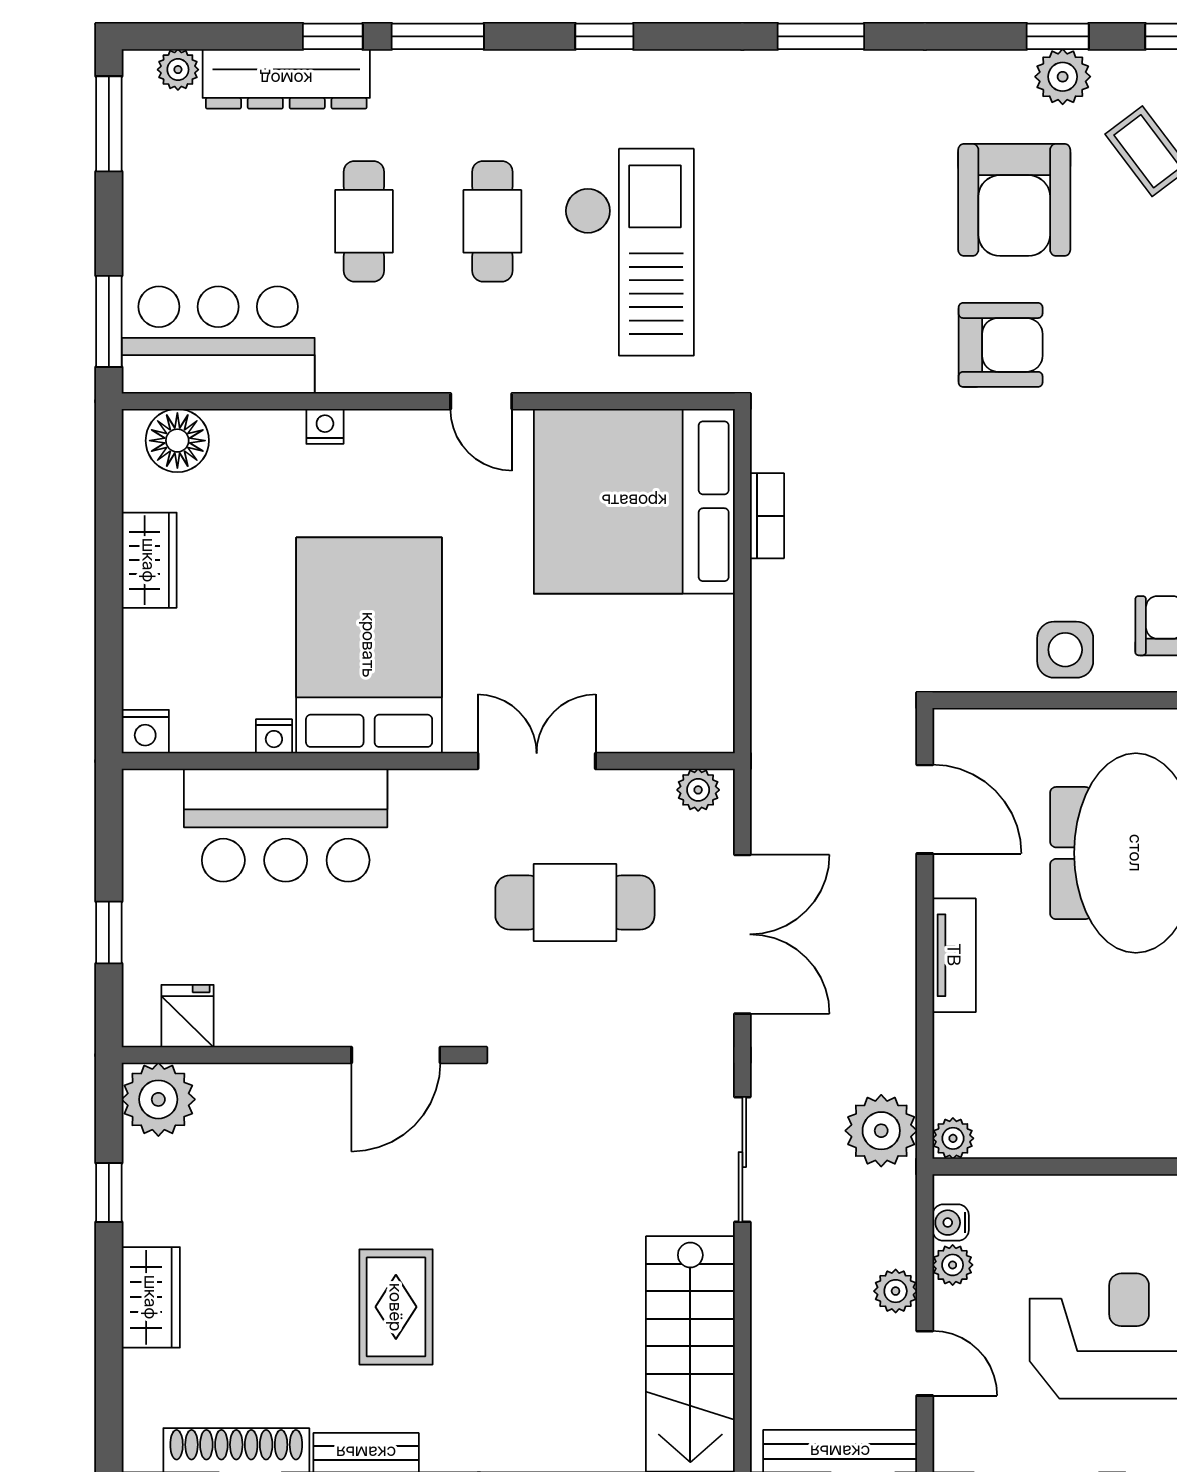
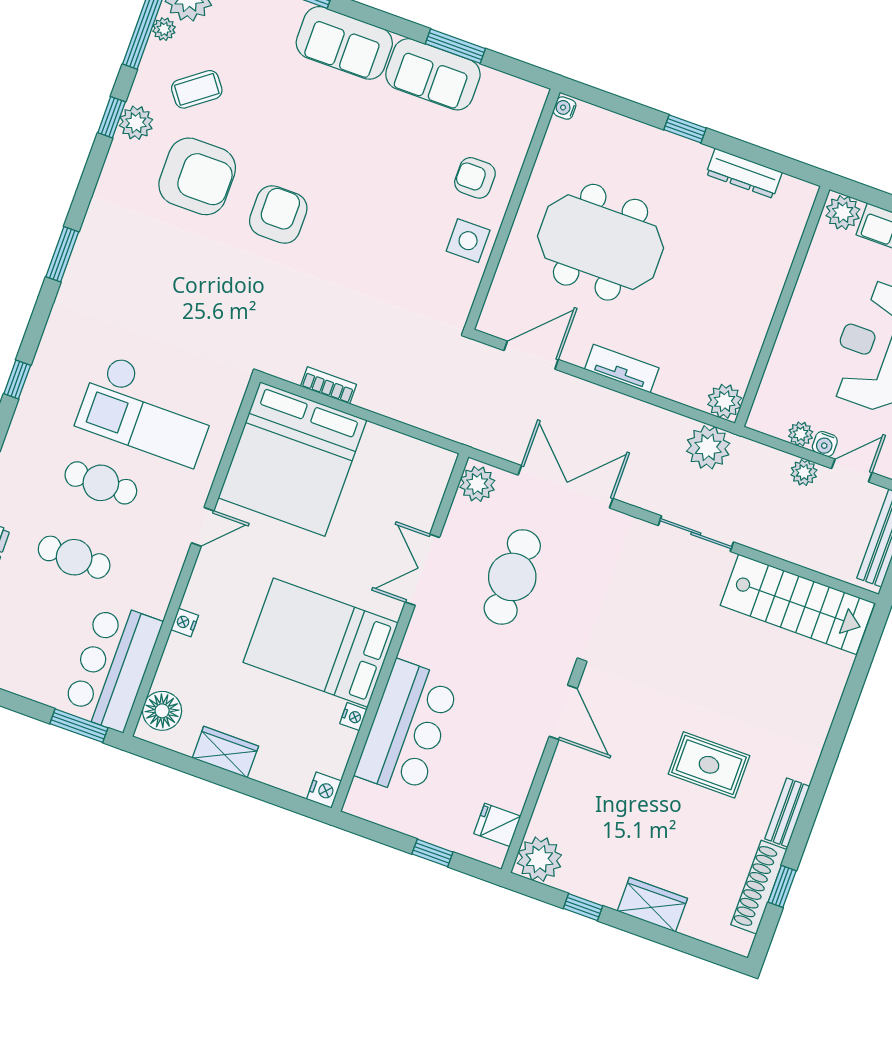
checkout: (629, 252) -> (147, 410), turned 180
plant: (698, 790) -> (477, 484), width x1.38, depth x1.38
plant: (953, 1138) -> (725, 401), width x1.38, depth x1.38
water cooler: (951, 1223) -> (825, 444), moved

